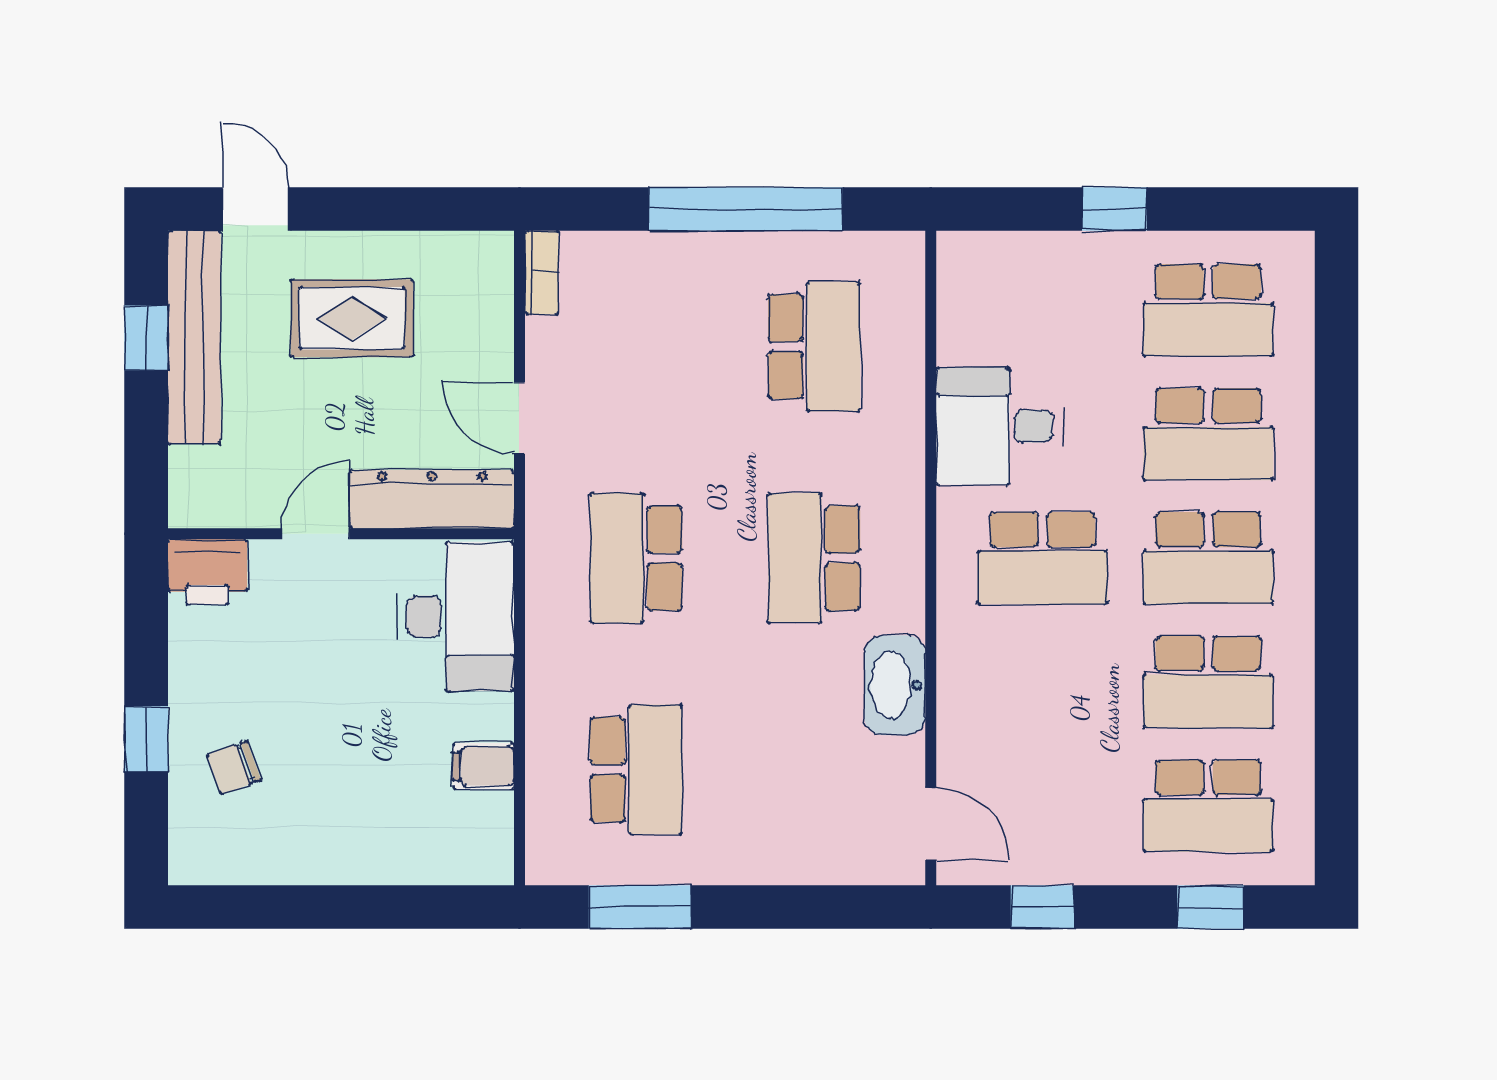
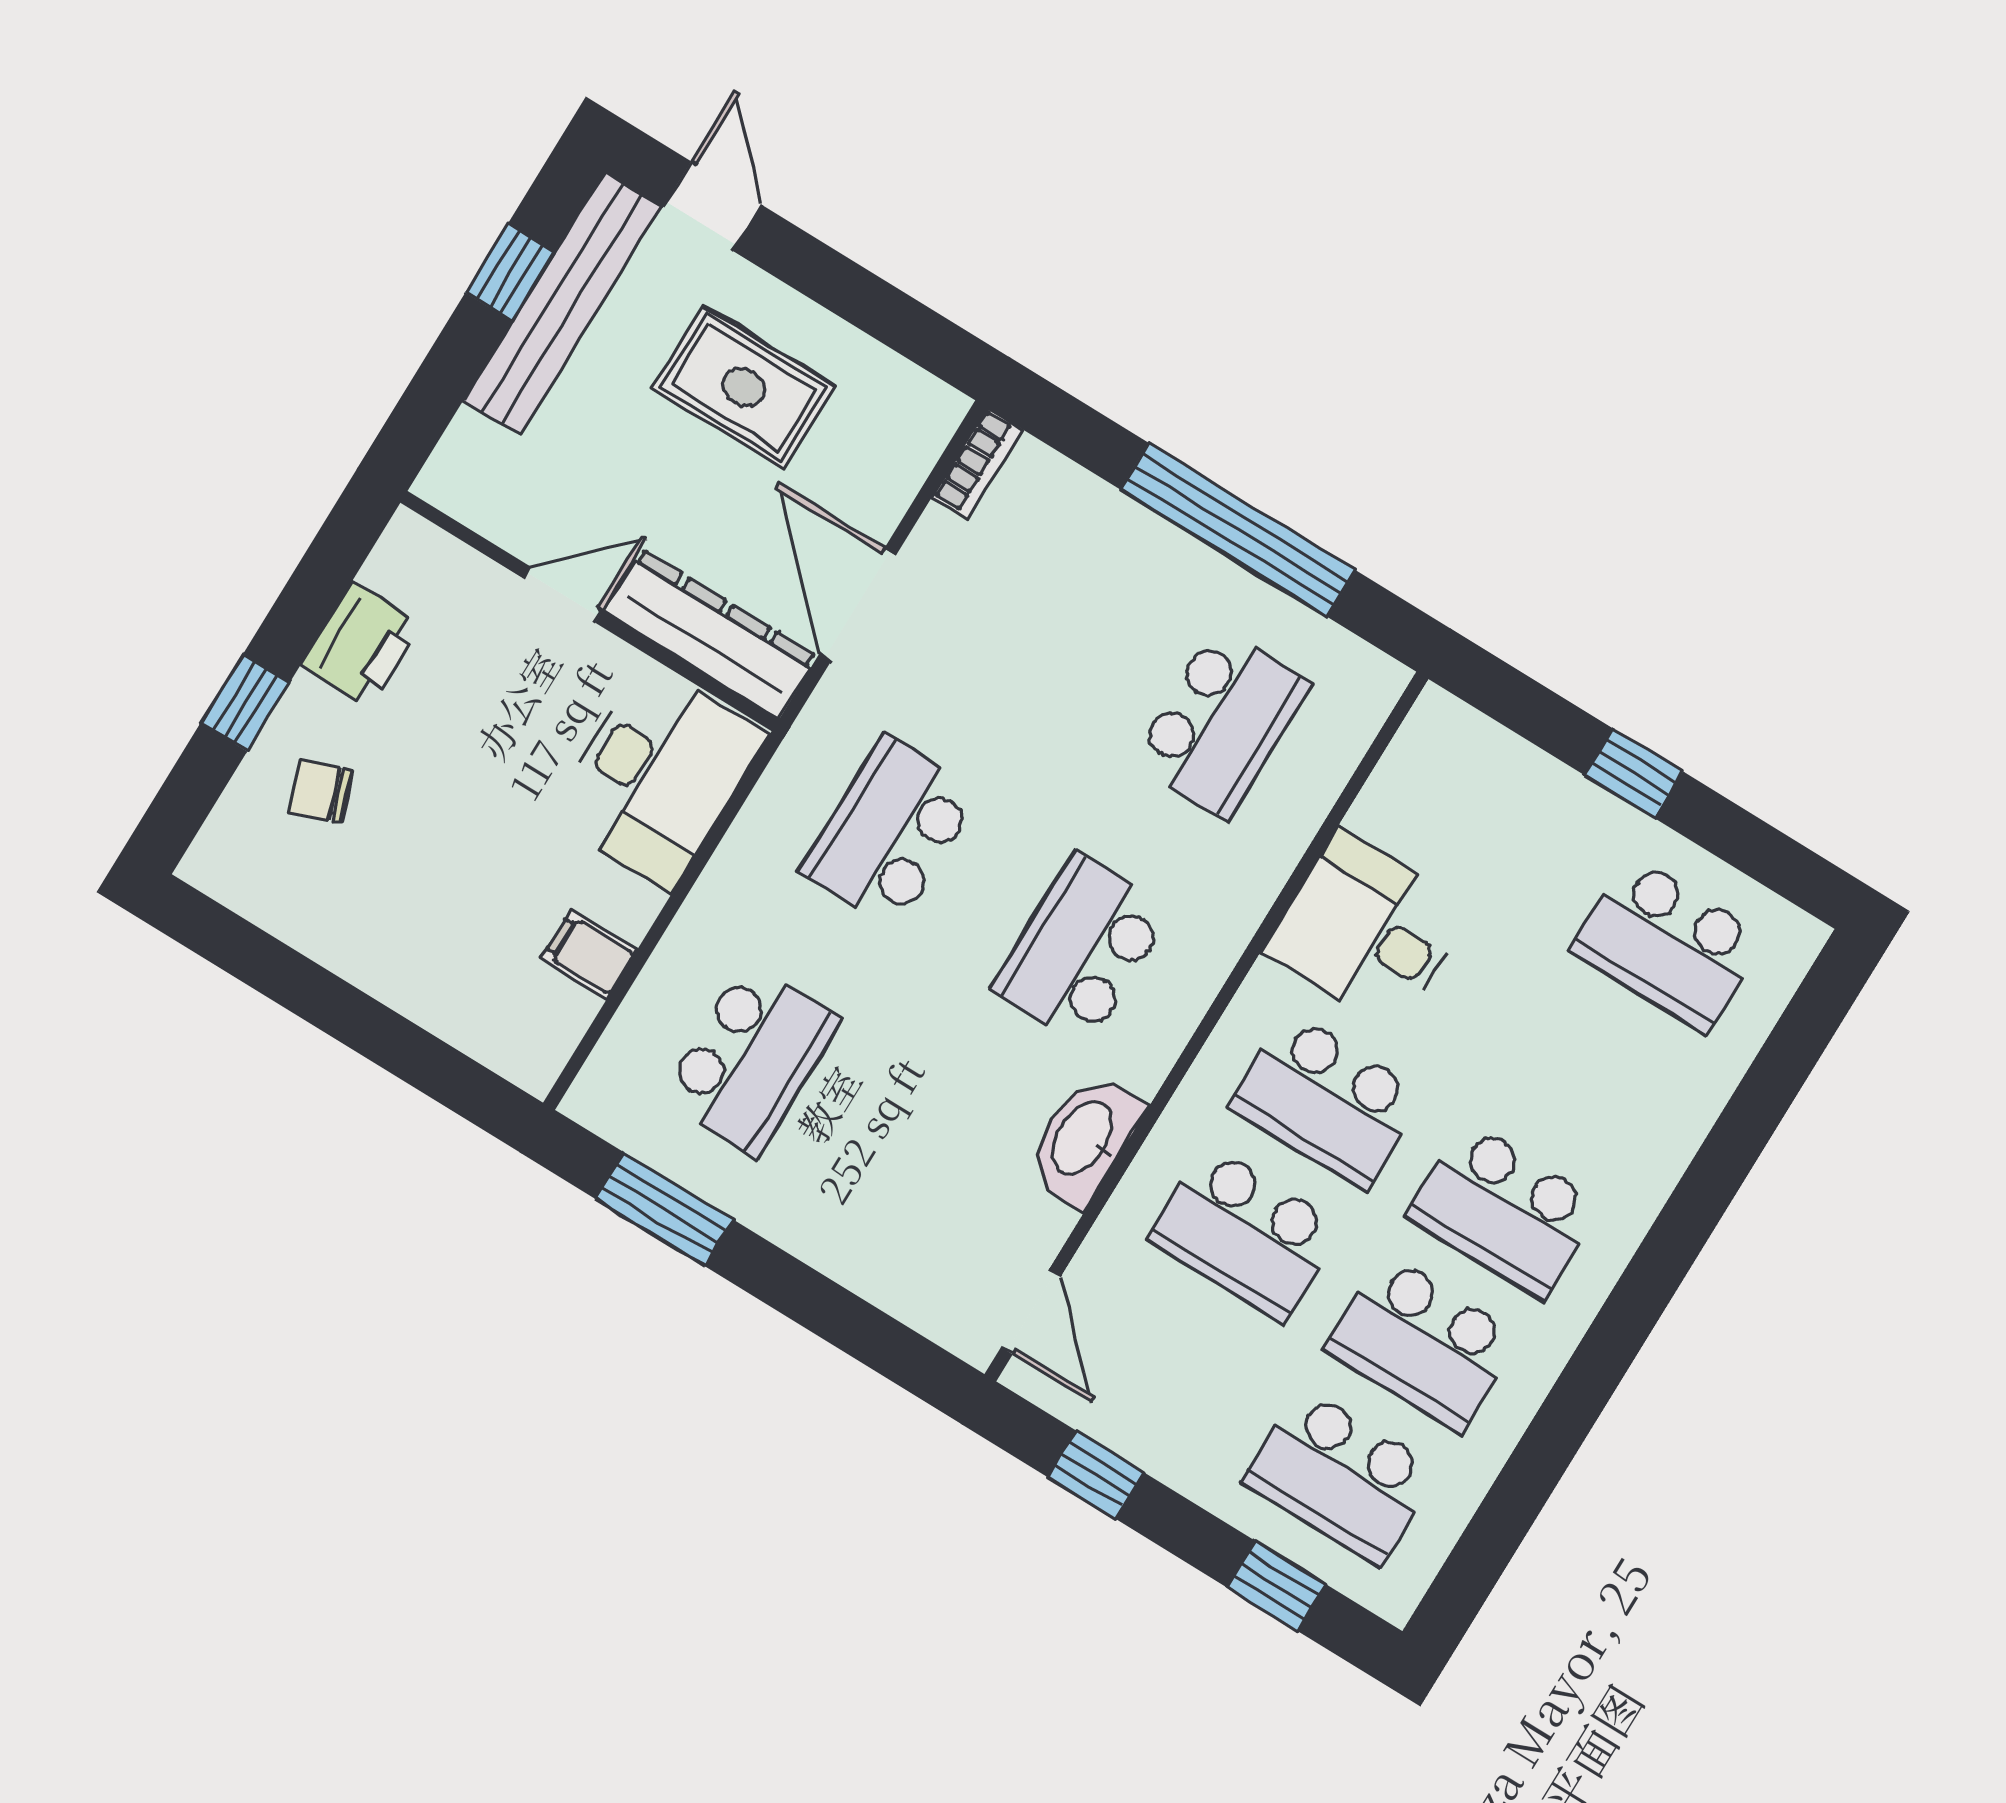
door: (519, 418) -> (858, 605), width x1.38
school desk: (1208, 434) -> (1245, 1233), moved
printer: (207, 572) -> (361, 645), moved, turned -90

